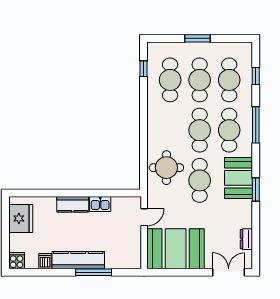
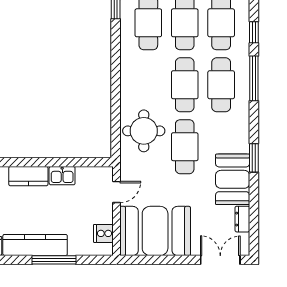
window: (256, 76) -> (254, 32), moved
booth: (238, 178) -> (233, 179), moved
cooker: (134, 251) -> (103, 233), added

